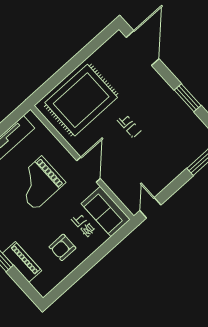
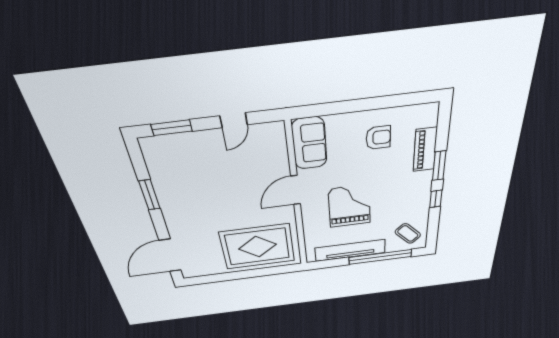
grand piano: (38, 183) -> (350, 206), turned -90
door: (150, 208) -> (234, 120), moved

